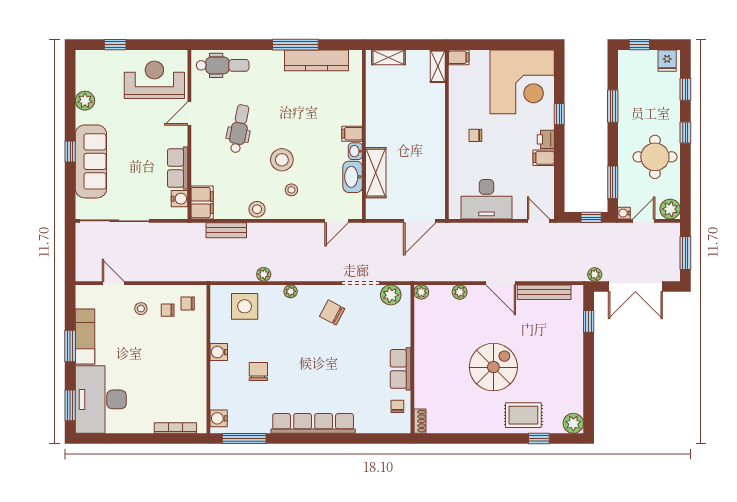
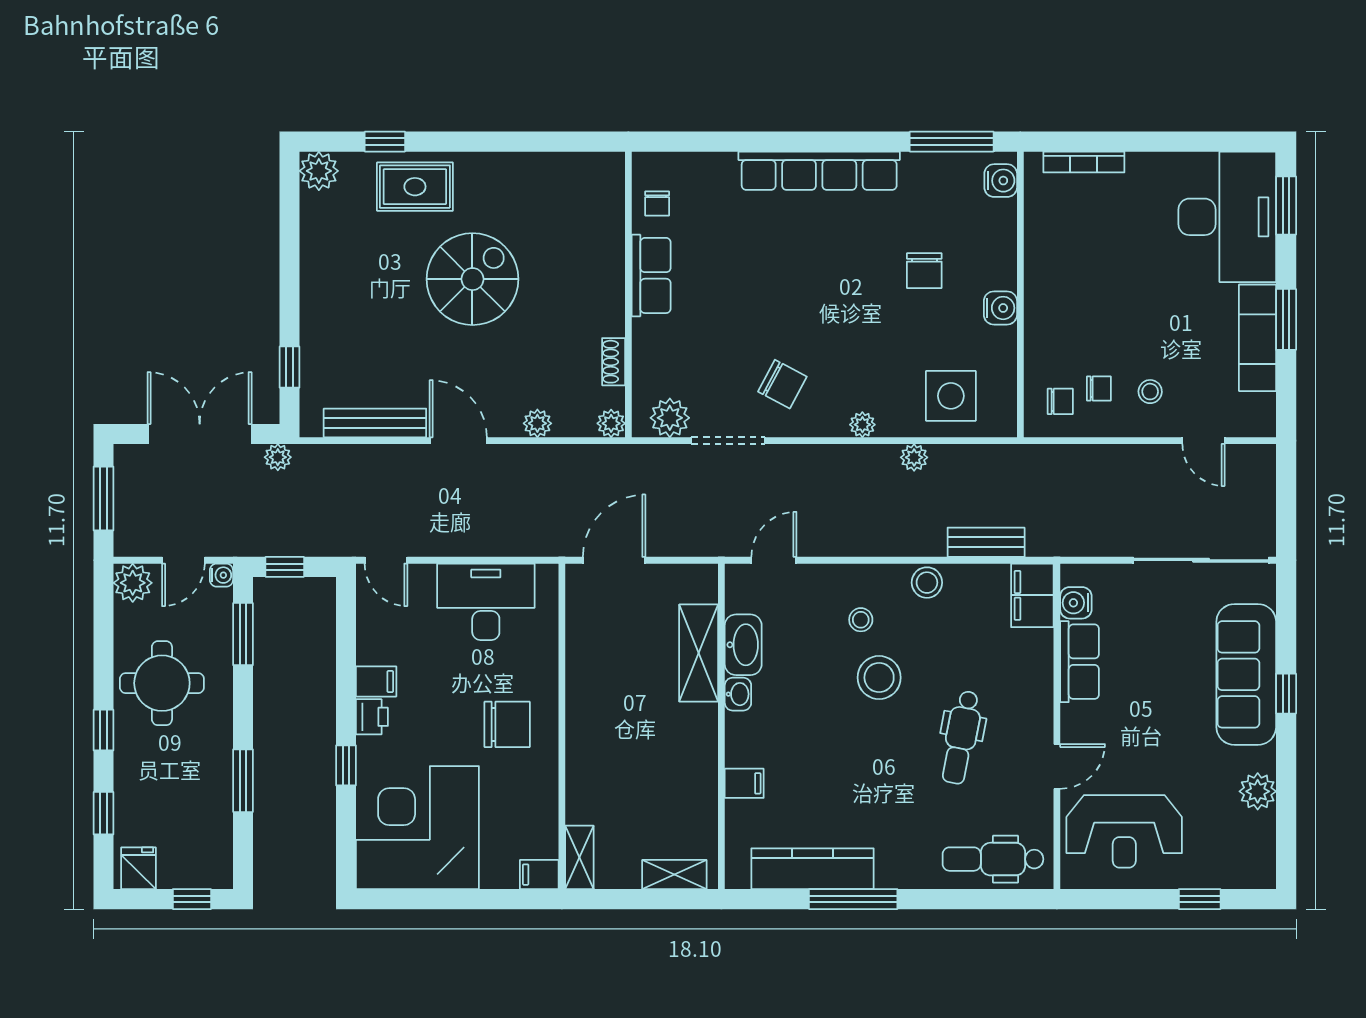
filing cabinet: (352, 134) -> (744, 783), moved
chair: (475, 135) -> (507, 724), width x1.87, depth x1.87
spiral stairs: (493, 367) -> (472, 279), turned 180
shoe rack: (420, 421) -> (614, 362), moved

